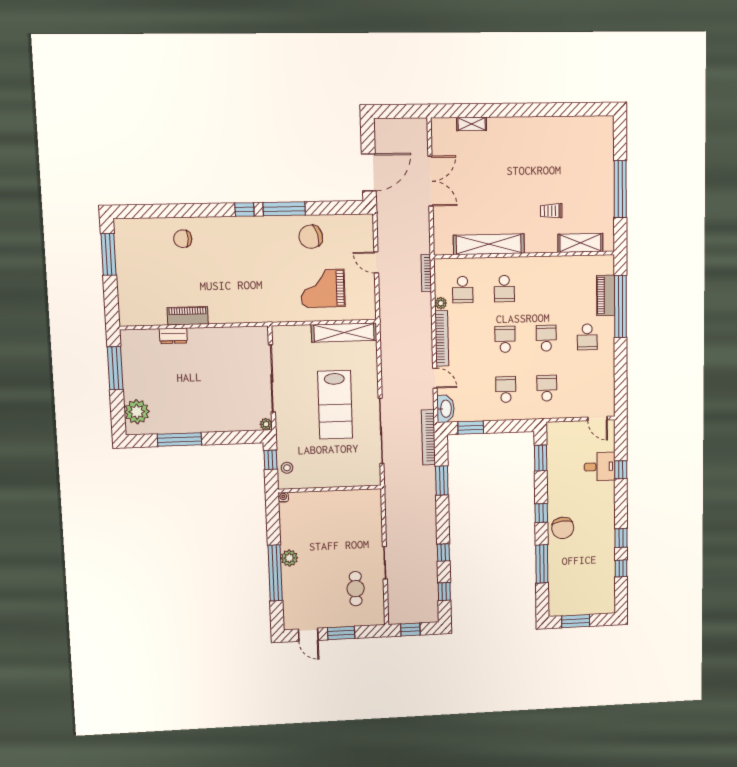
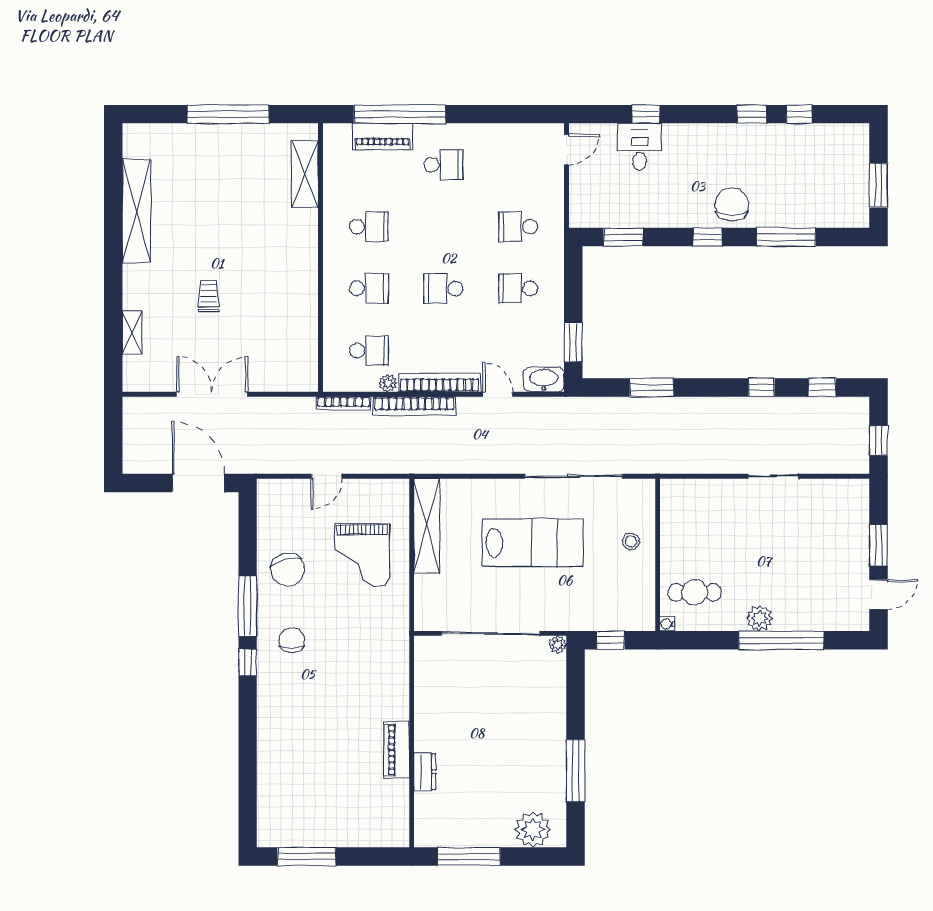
trolley: (551, 211) -> (209, 296), moved, turned 180
chair: (183, 239) -> (292, 640), moved, turned 180
shelving: (489, 244) -> (137, 211), moved
school desk: (546, 338) -> (369, 227), moved, turned 180
door: (435, 378) -> (498, 394), hinge flipped
bookcase: (428, 437) -> (414, 406), moved
stool: (287, 468) -> (631, 541), moved
chair: (563, 528) -> (732, 204), turned -84
cafe table: (356, 589) -> (695, 592), moved

